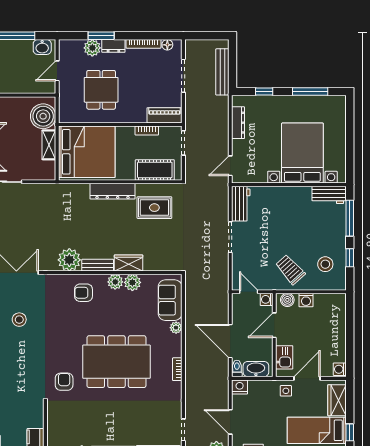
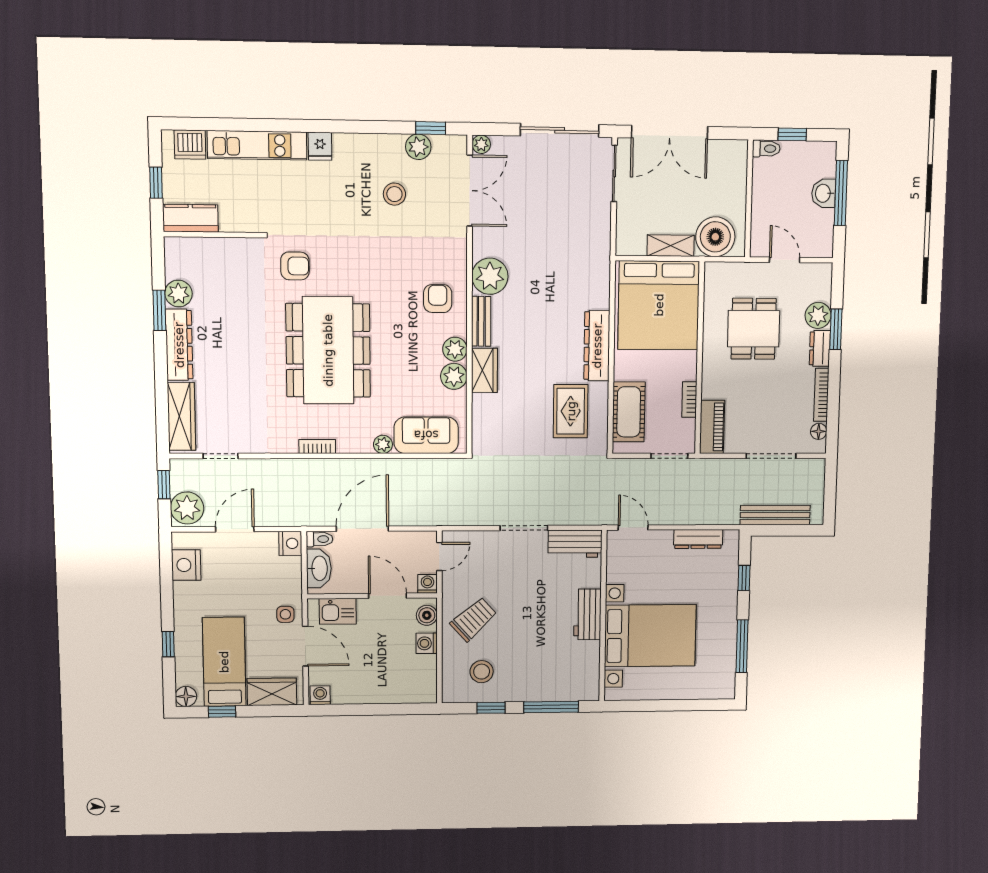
washbasin: (42, 47) -> (824, 193), moved
dining table: (101, 90) -> (754, 329), turned 90
workbench: (329, 195) -> (587, 614), moved

